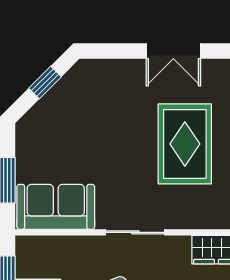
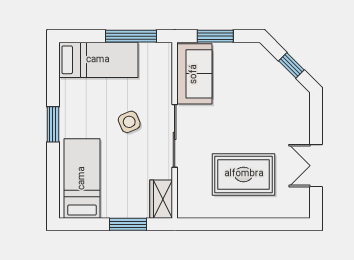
sliding door: (135, 232) -> (175, 136), width x1.37

